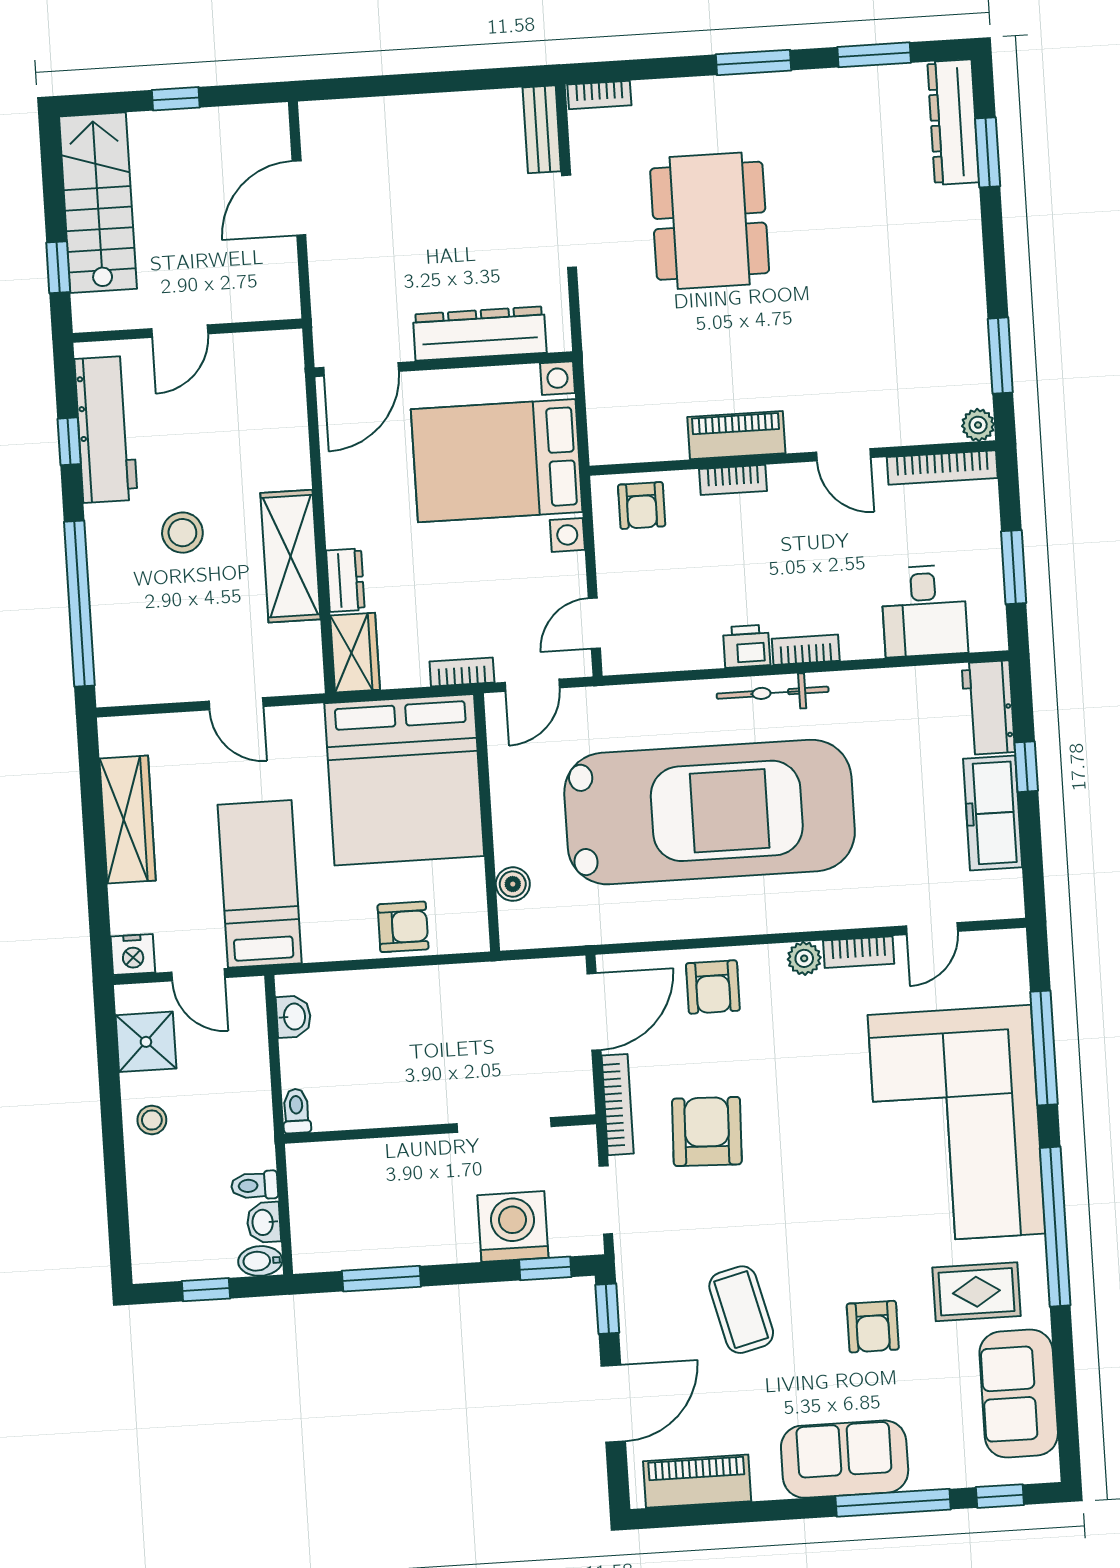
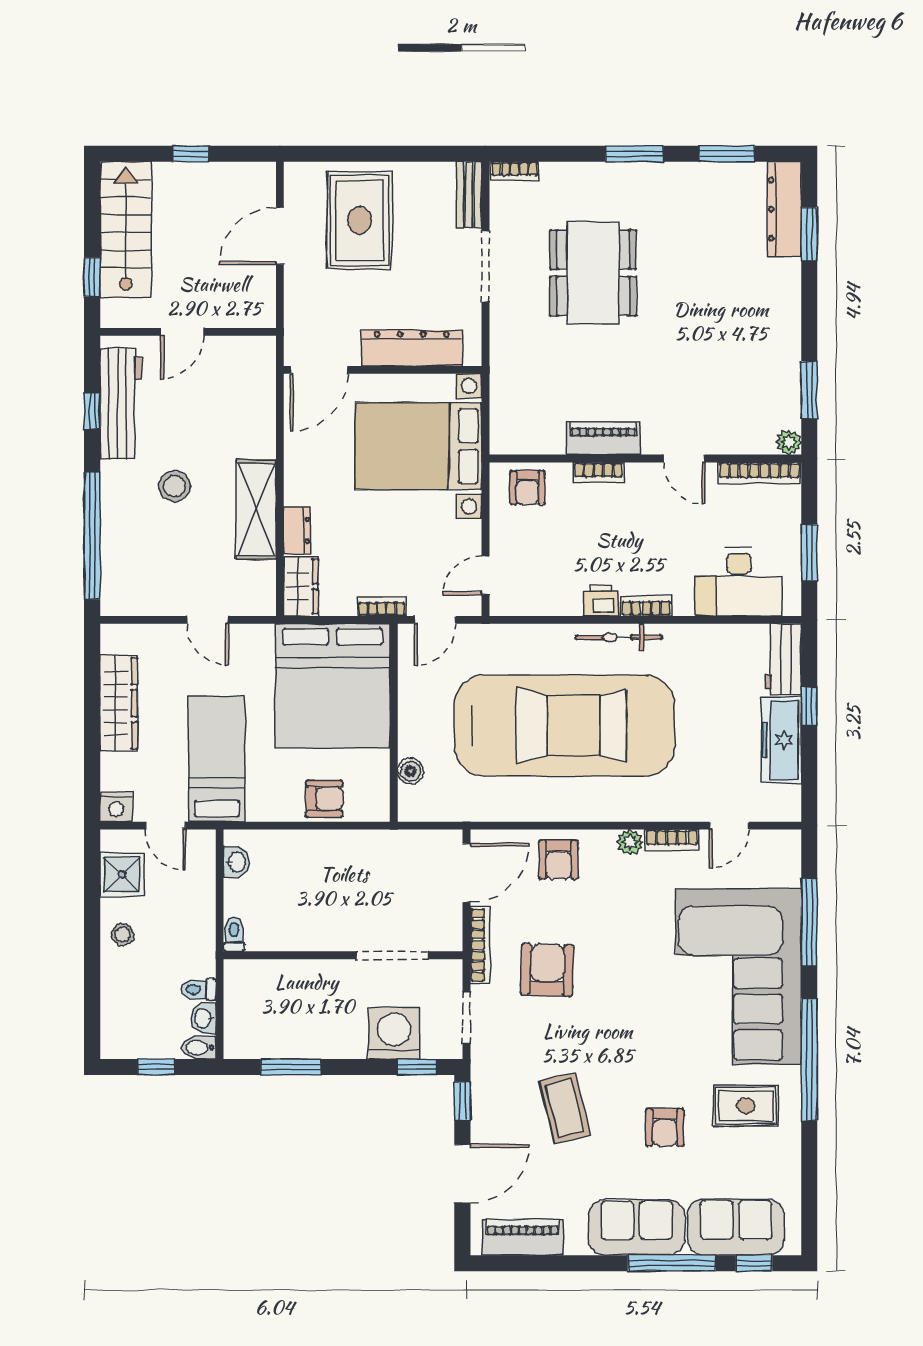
rug: (401, 172) -> (360, 220), added
desk: (924, 611) -> (739, 582), width x1.37
sofa: (1019, 1393) -> (736, 1227), moved, turned 90

